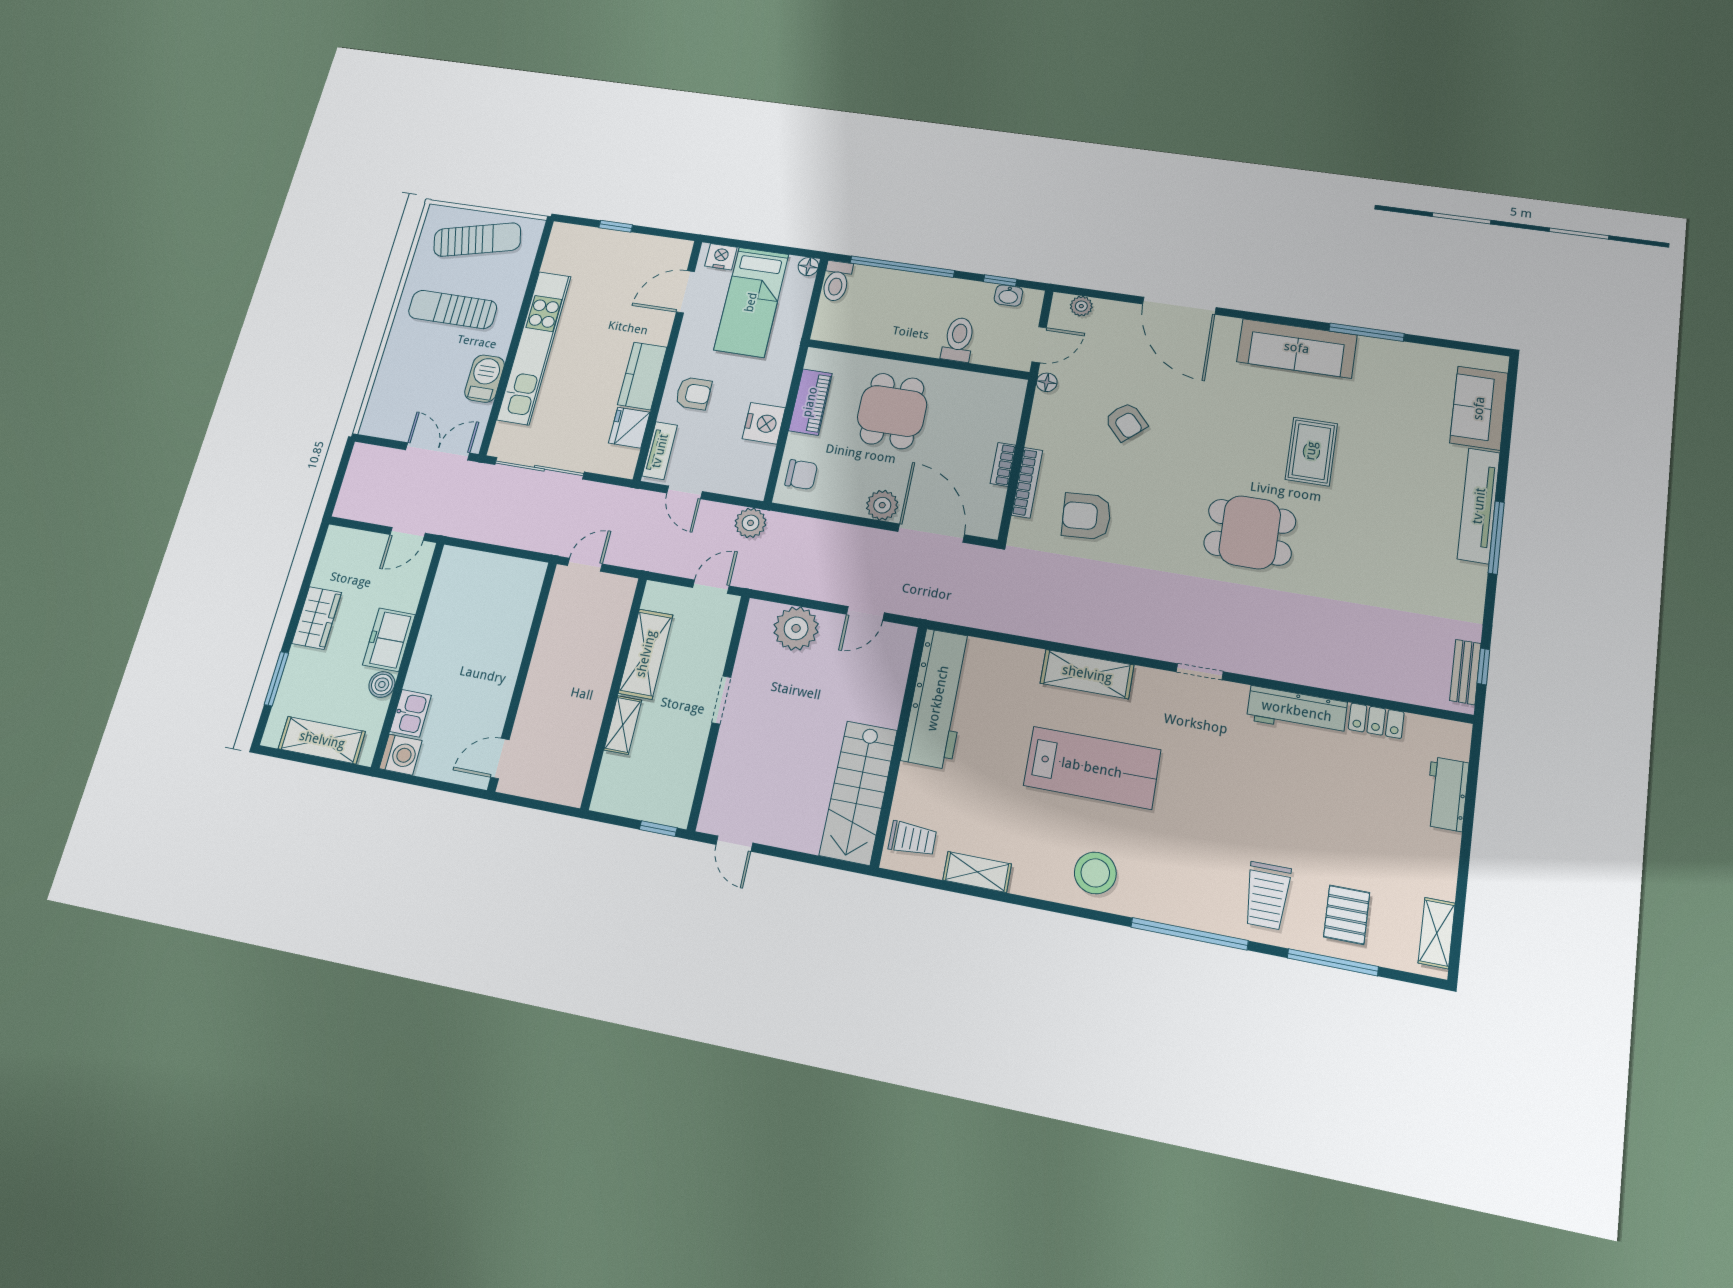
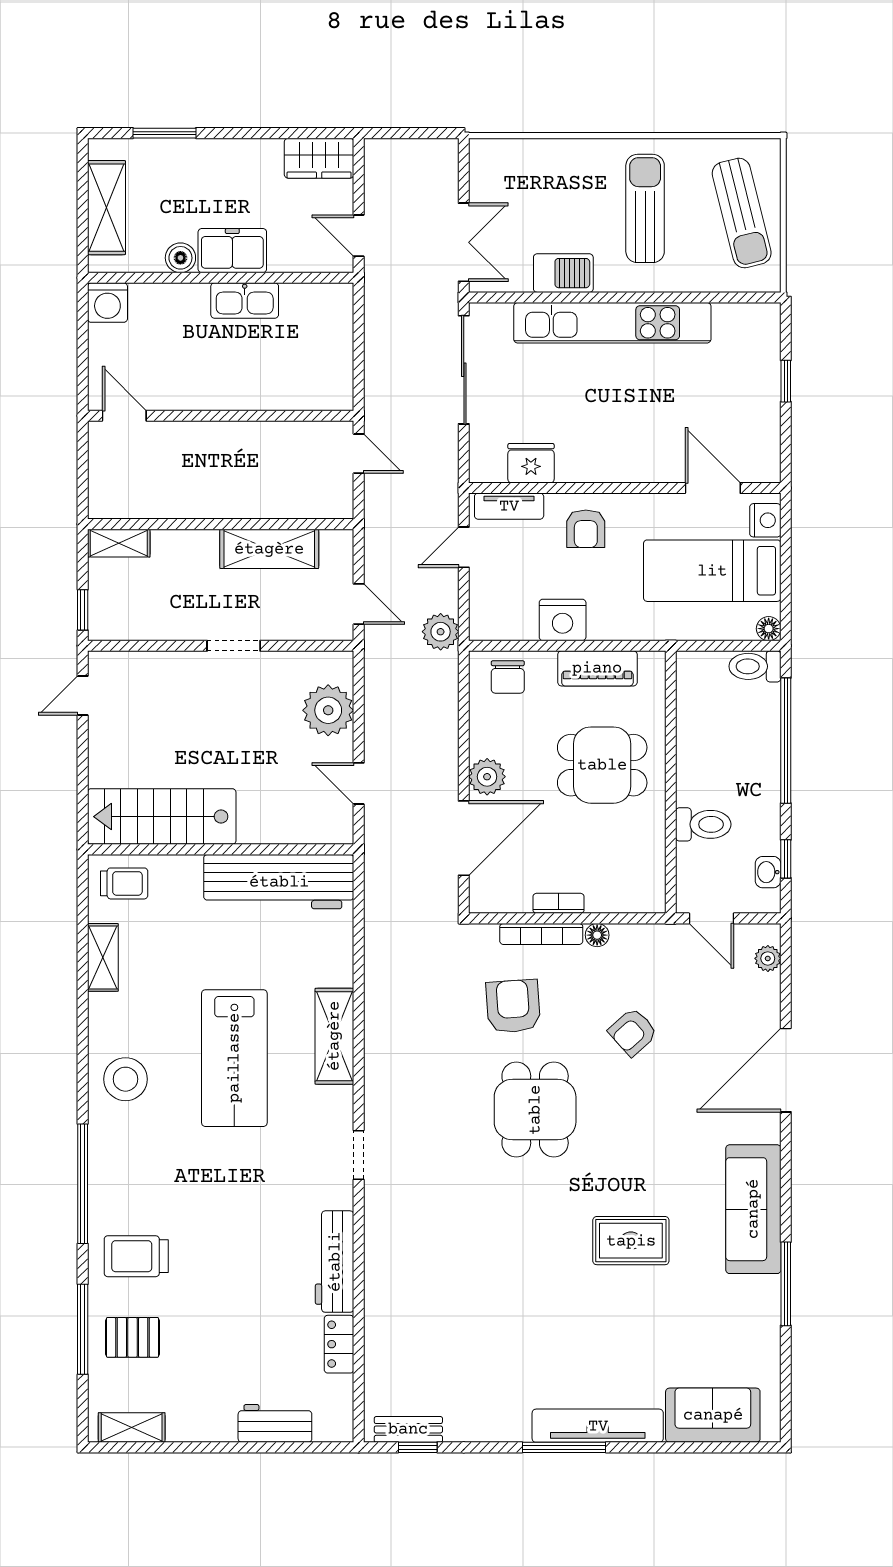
kitchen counter: (642, 376) -> (598, 463), removed
floor lamp: (1047, 382) -> (597, 935), moved
dining table: (1250, 532) -> (535, 1110), moved
wardrobe: (317, 618) -> (319, 158), moved
kitchen sink: (411, 713) -> (245, 300), moved, width x1.38
shelving: (623, 725) -> (119, 543), moved
trolley: (912, 839) -> (124, 883), turned -90

